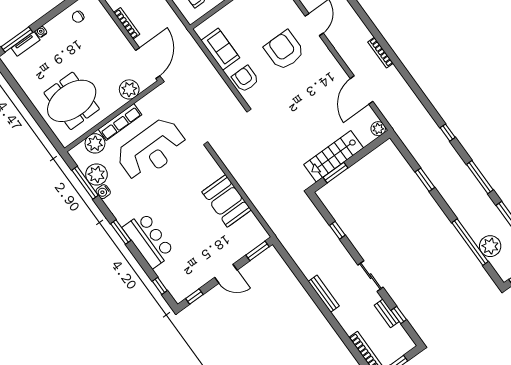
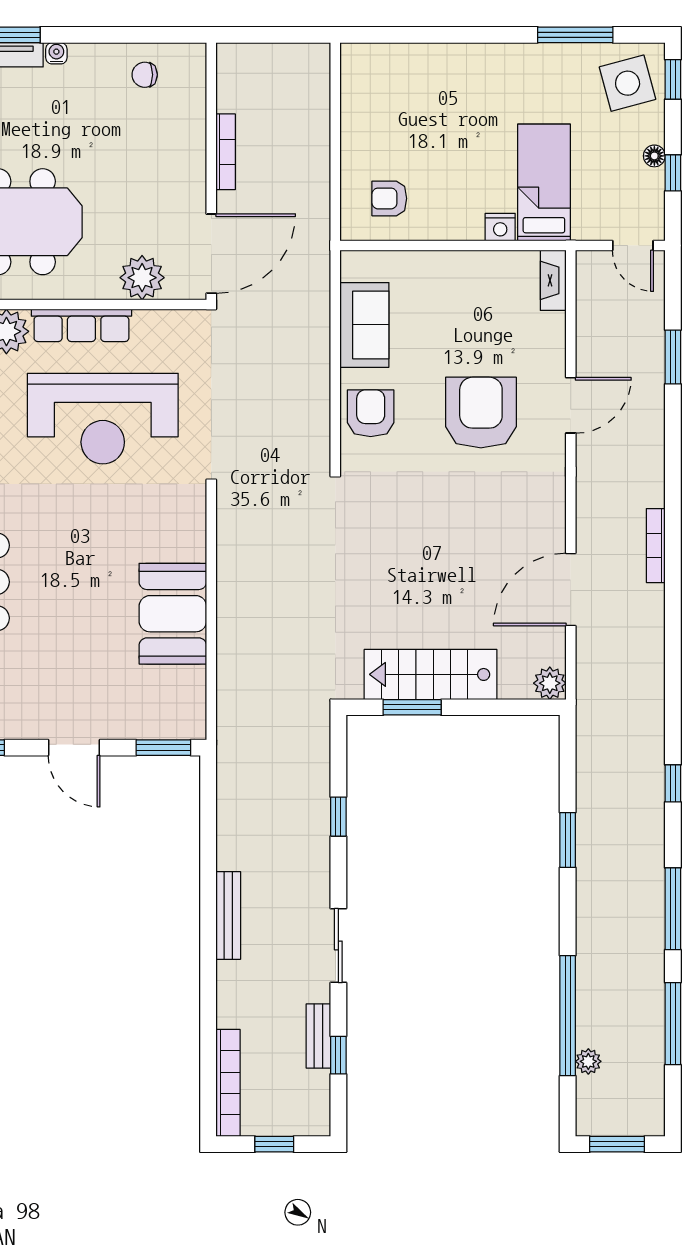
plant: (490, 246) -> (588, 1061), width x0.53, depth x0.53

